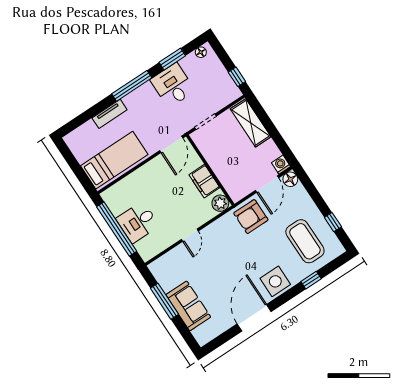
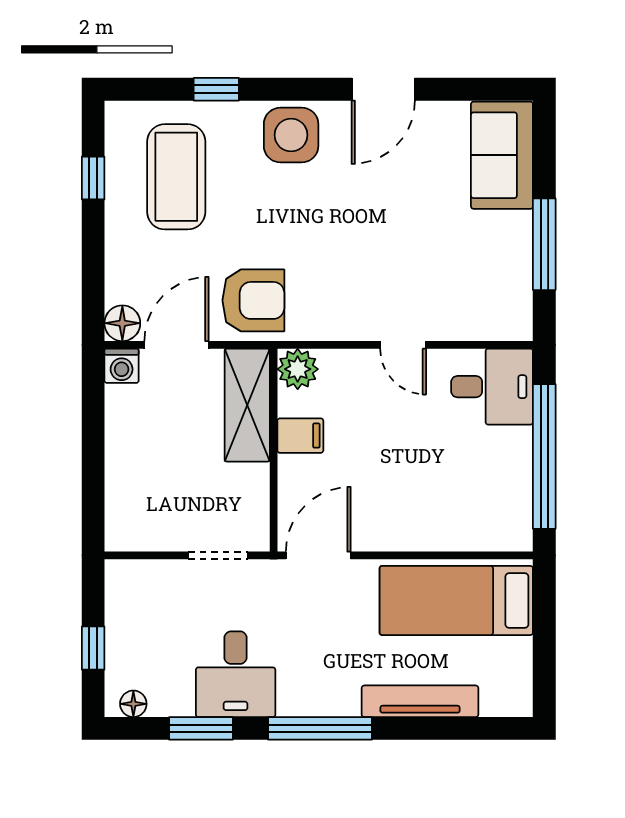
window: (237, 77) -> (93, 648), moved
tv unit: (110, 114) -> (420, 701), width x1.41
shelving: (251, 123) -> (247, 405), moved
filing cabinet: (204, 181) -> (300, 436), width x0.50
desk: (138, 222) -> (492, 387), moved
door: (190, 235) -> (403, 345), swing flipped
sofa: (188, 306) -> (502, 155), moved
door: (254, 318) -> (383, 89), width x0.73

